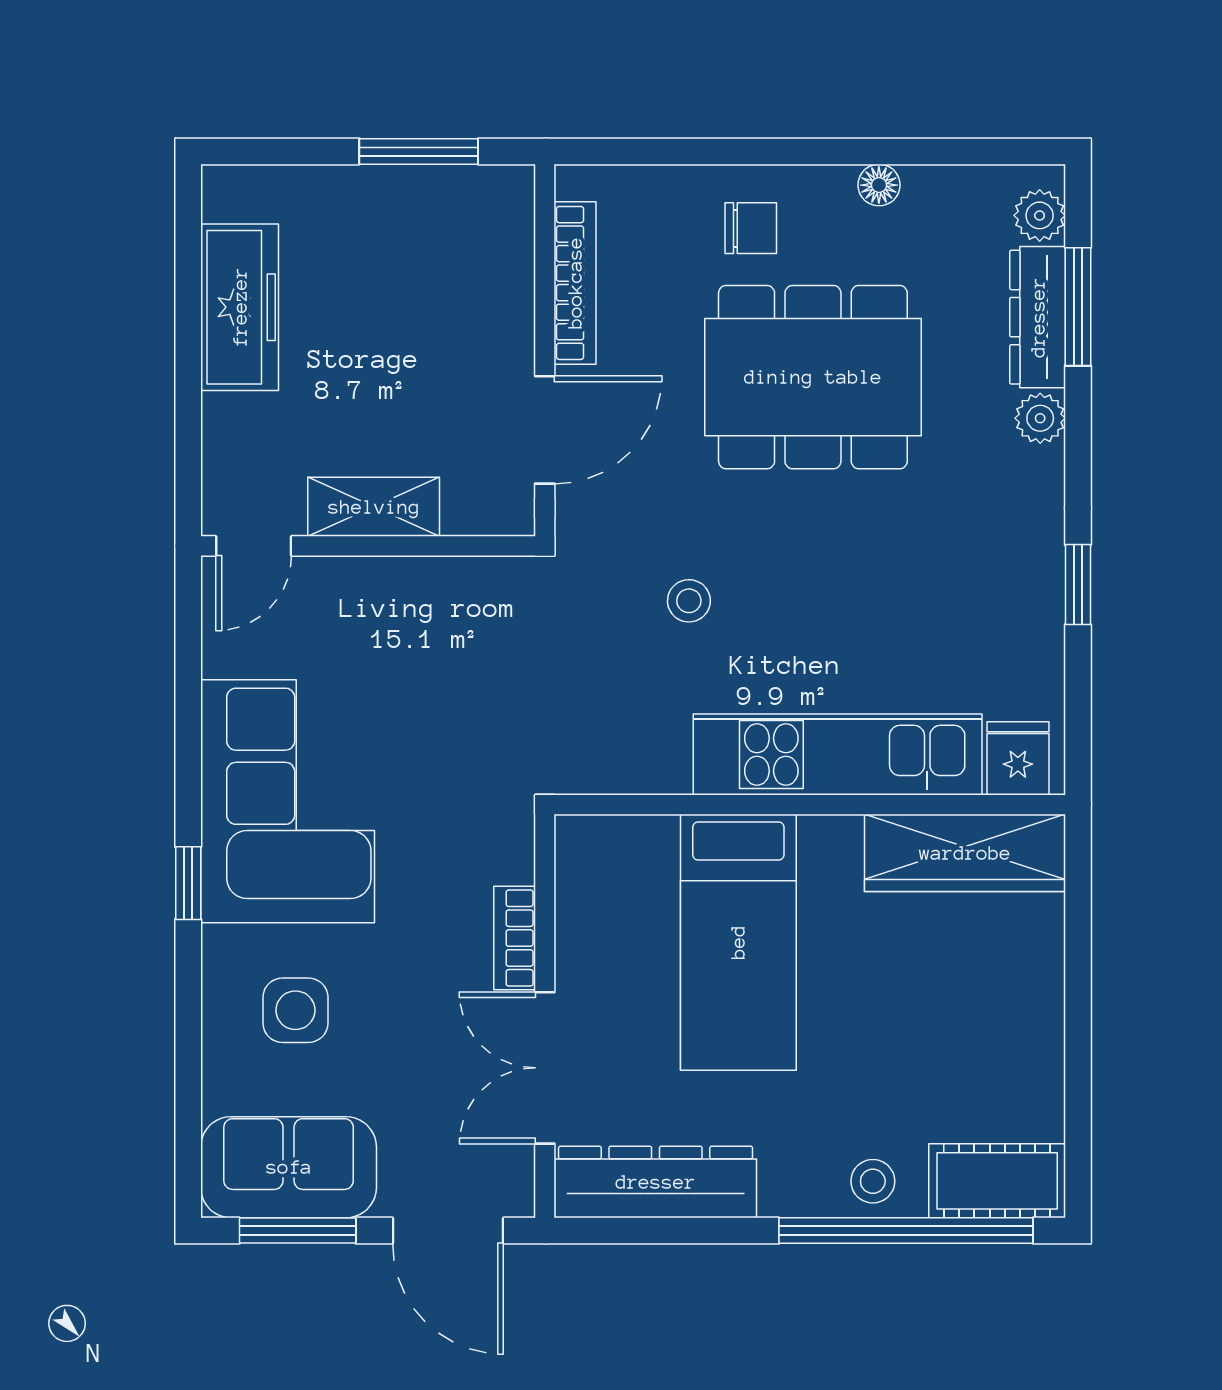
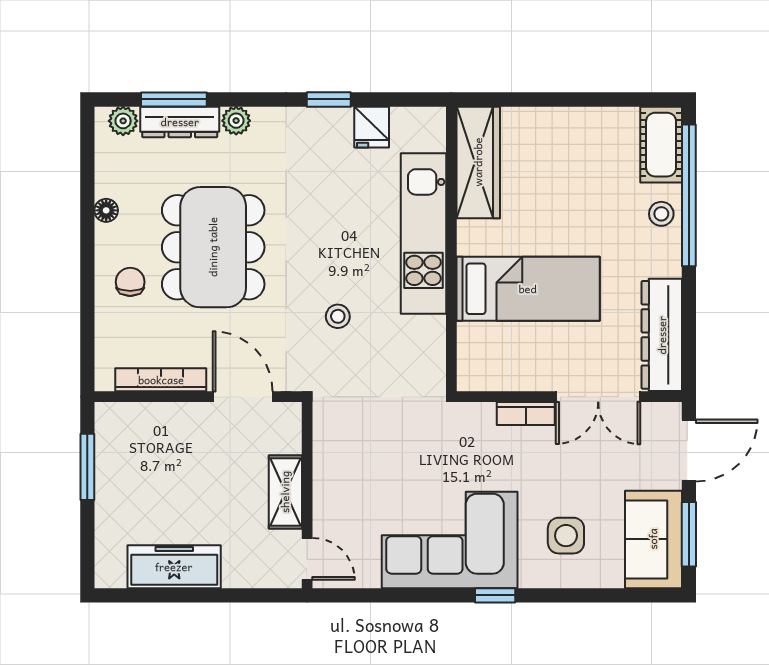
fridge: (1018, 758) -> (372, 127), moved, turned -90

